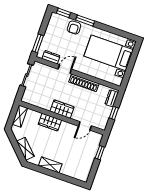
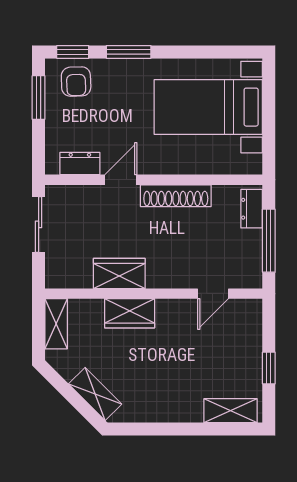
armchair: (74, 27) -> (76, 82), moved
window: (38, 43) -> (39, 98), moved
wardrobe: (62, 109) -> (119, 274), moved
window: (114, 113) -> (269, 241), width x2.17
window: (100, 153) -> (269, 368), moved
shelving: (50, 165) -> (231, 411), moved

